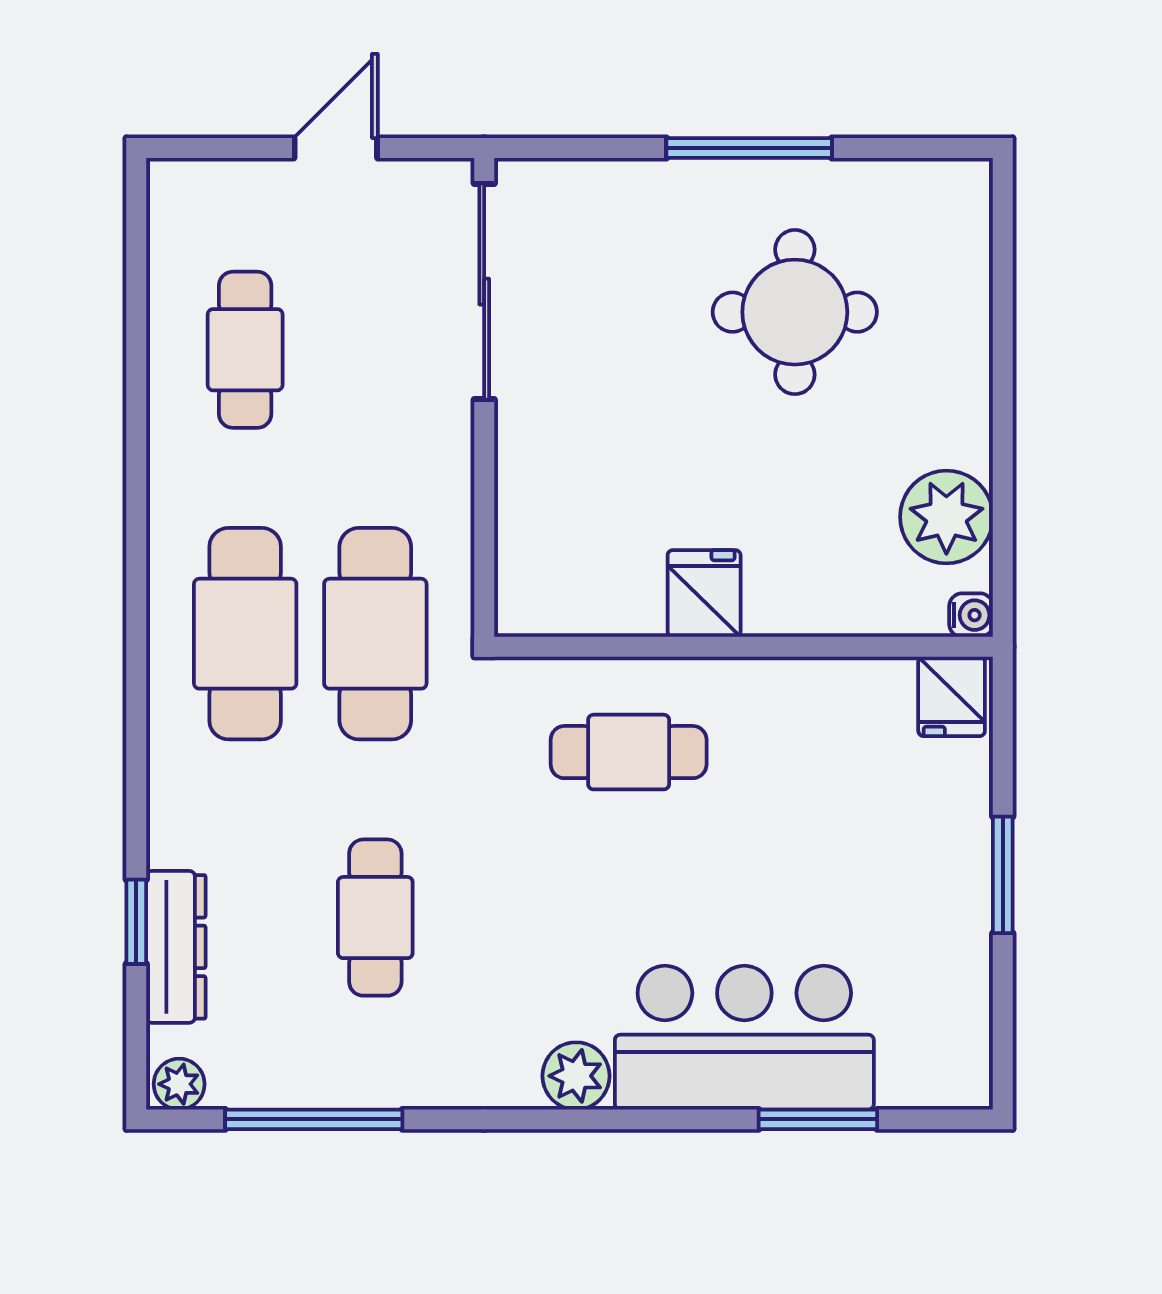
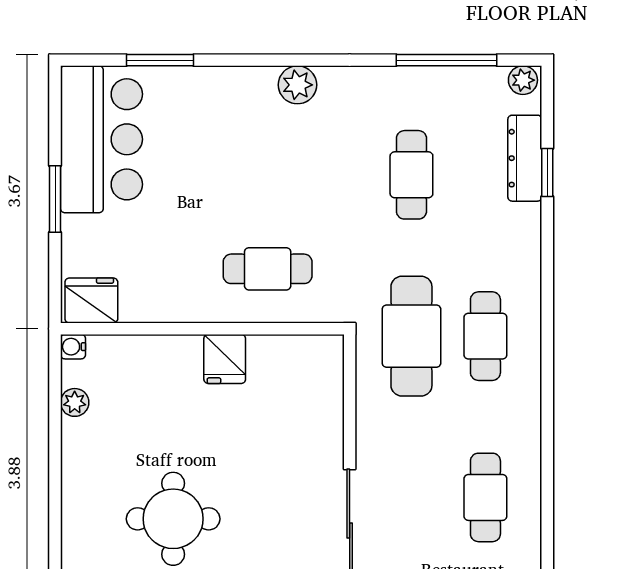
plant: (946, 517) -> (75, 402), width x0.53, depth x0.53
cafe table: (245, 634) -> (485, 336), width x0.73, depth x0.74
fridge: (952, 696) -> (91, 300), width x1.38
bar counter: (744, 1038) -> (101, 139), moved, turned -90

